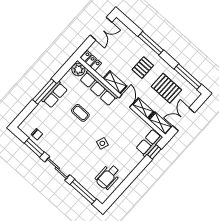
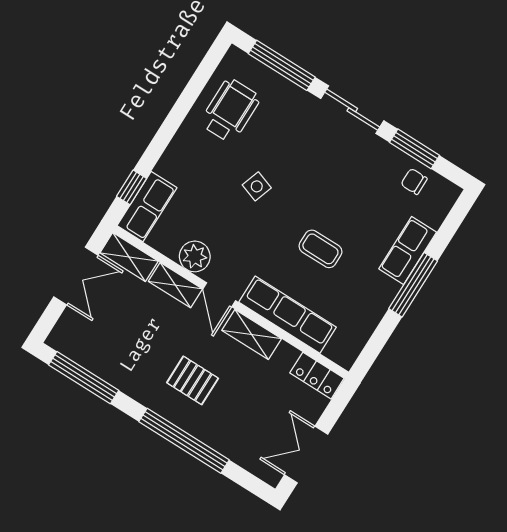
window: (151, 43) -> (184, 441), width x1.46
pallet: (143, 68) -> (193, 380), turned 90
plant: (78, 70) -> (195, 256), moved
pallet: (166, 88) -> (129, 342), removed
row of seats: (55, 95) -> (408, 250), moved

